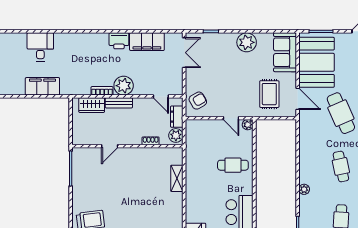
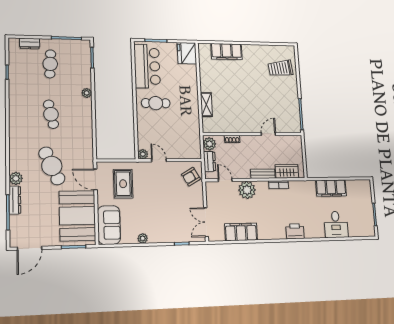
printer: (119, 41) -> (295, 231), moved
plant: (247, 42) -> (143, 238), width x0.53, depth x0.53
plant: (124, 86) -> (247, 190), moved
cafe table: (233, 165) -> (156, 103), moved

